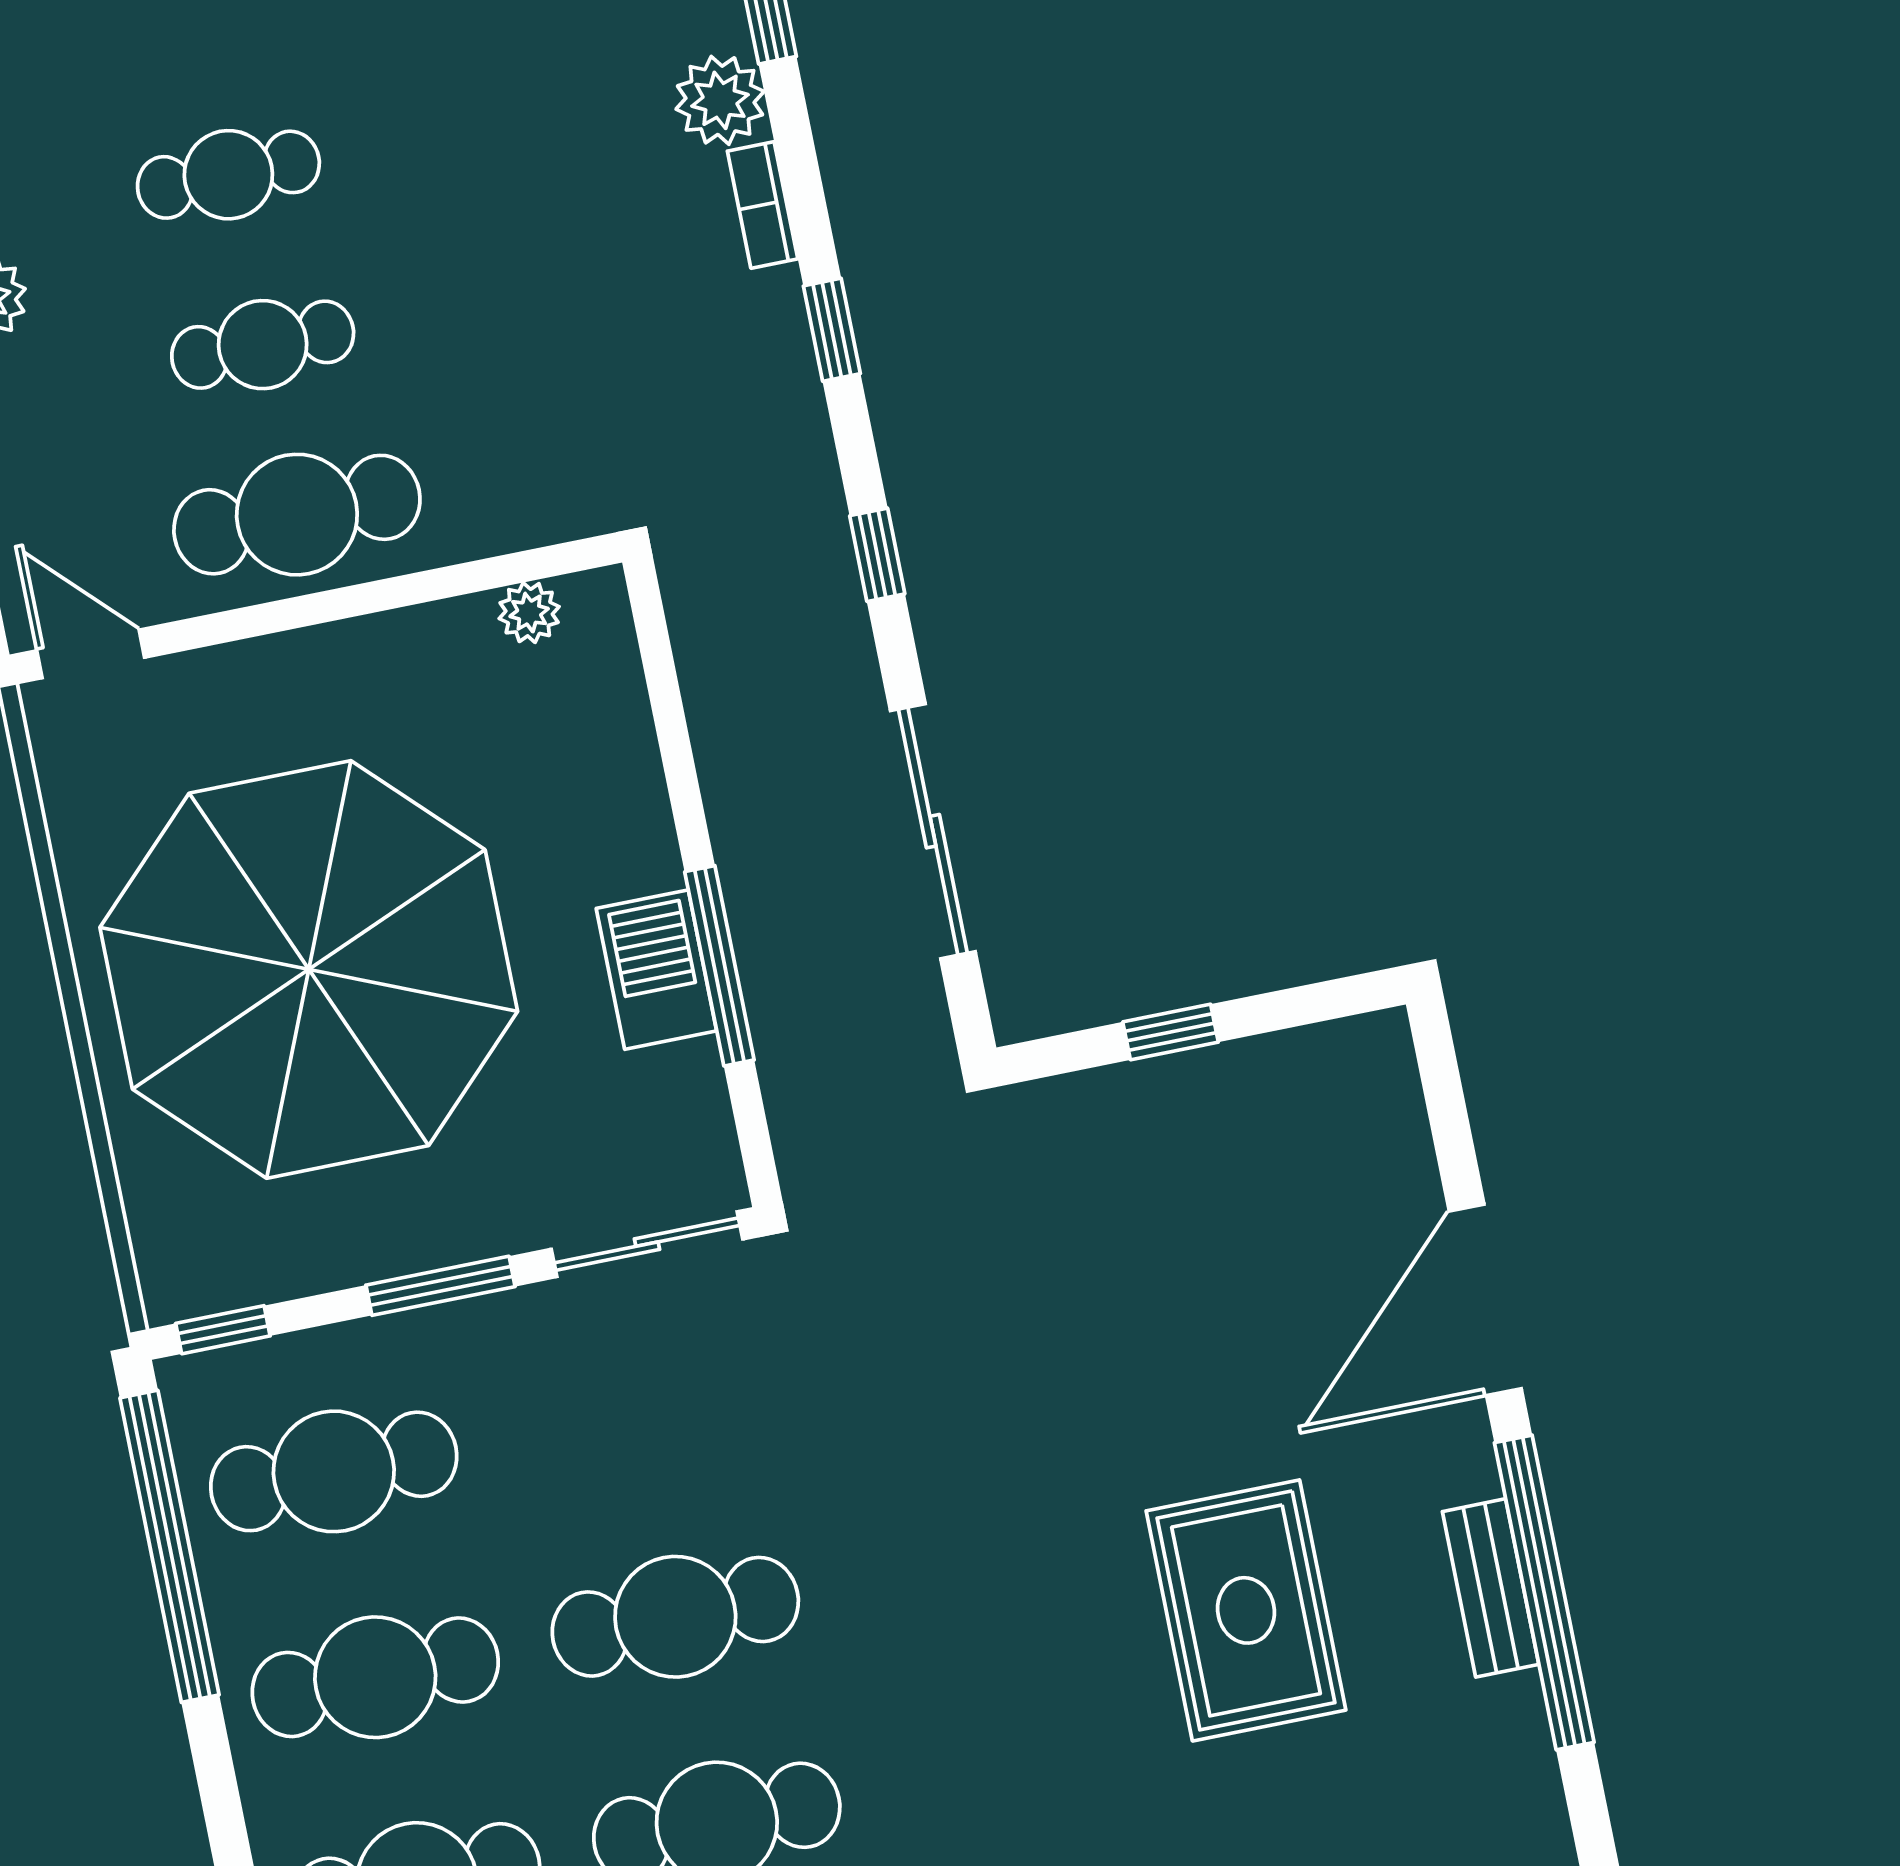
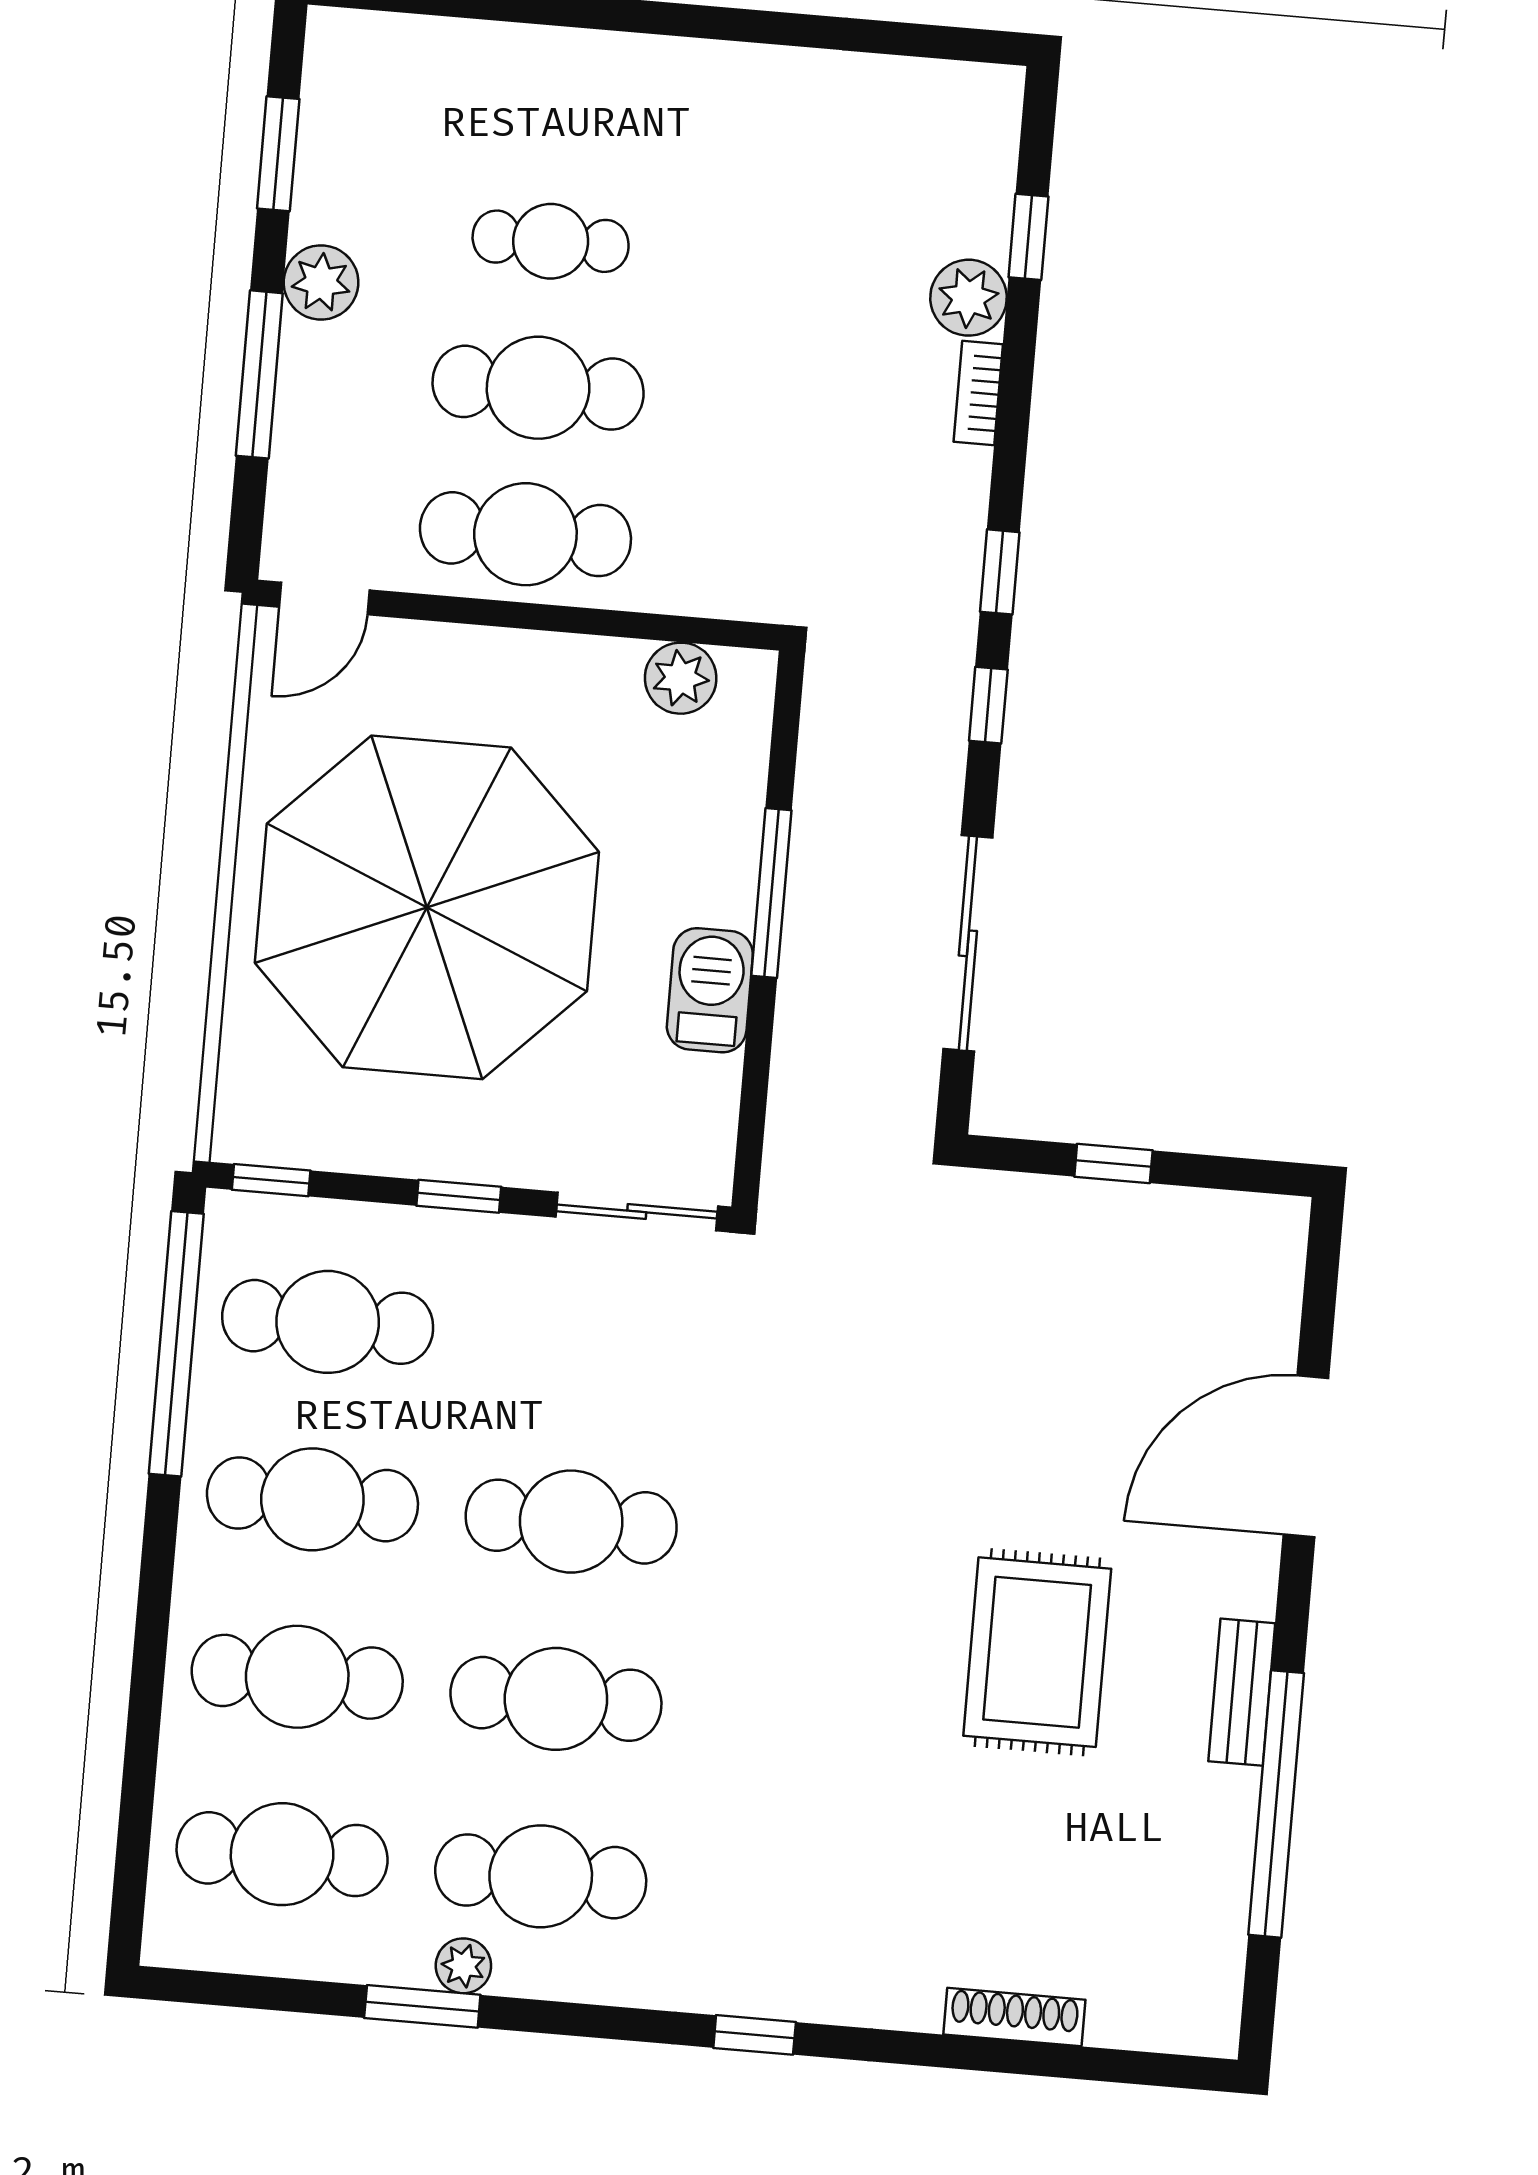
window: (832, 330) -> (1000, 572), moved
cafe table: (263, 345) -> (538, 388), width x1.37, depth x1.35
plant: (529, 613) -> (681, 678), width x1.38, depth x1.38
door: (91, 654) -> (324, 599), swing flipped
window: (719, 966) -> (771, 893), moved
window: (441, 1286) -> (459, 1196), width x0.67
window: (1544, 1592) -> (1276, 1804), moved

